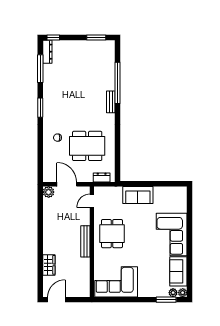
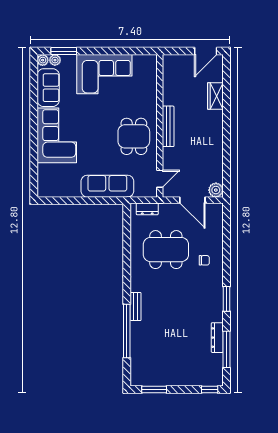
dresser: (47, 52) -> (217, 338), moved
sofa: (138, 195) -> (107, 186), width x1.36
corner sofa: (116, 282) -> (104, 74), moved

